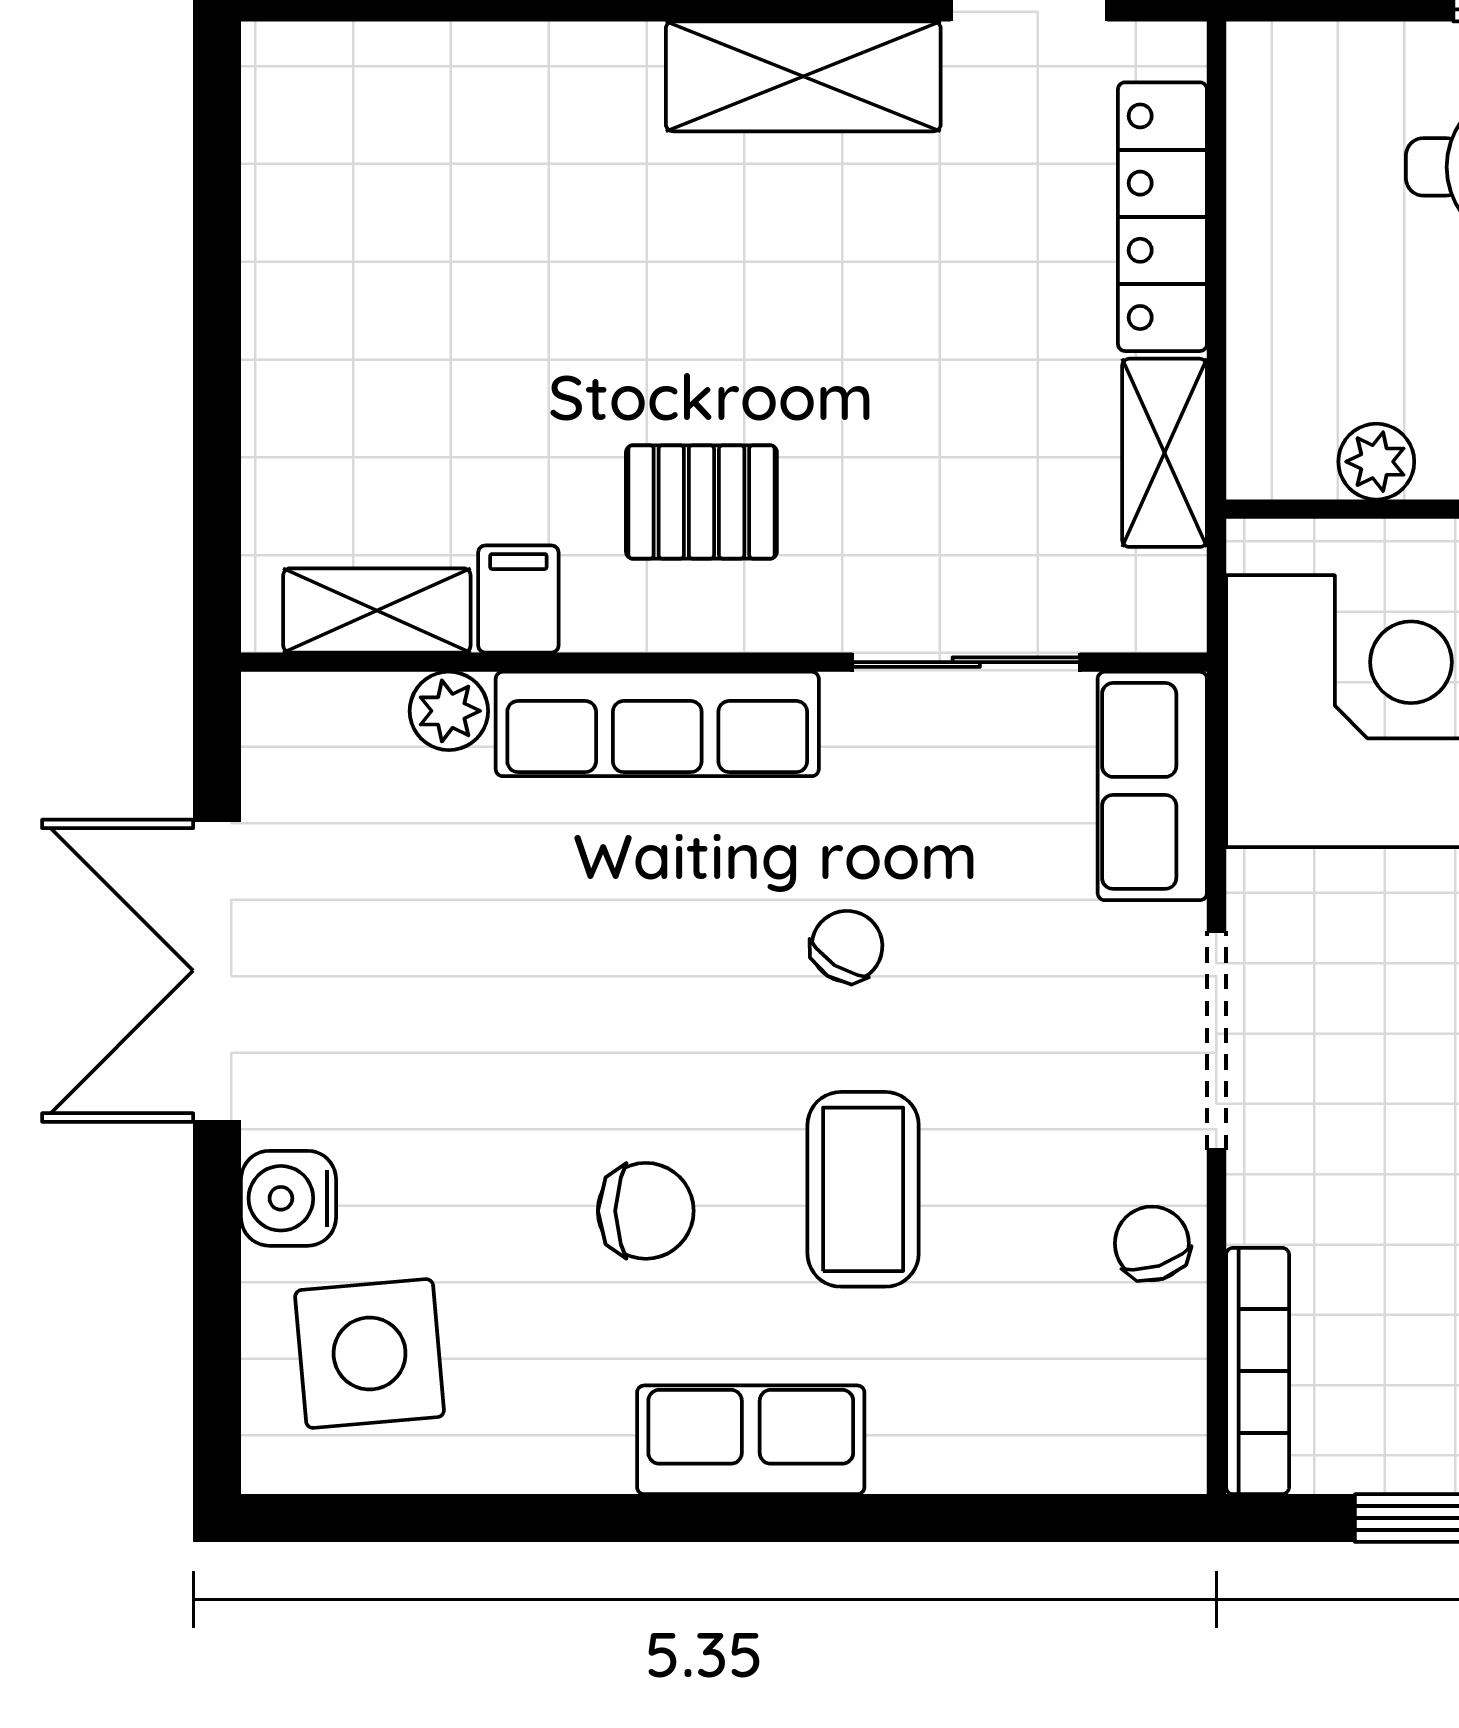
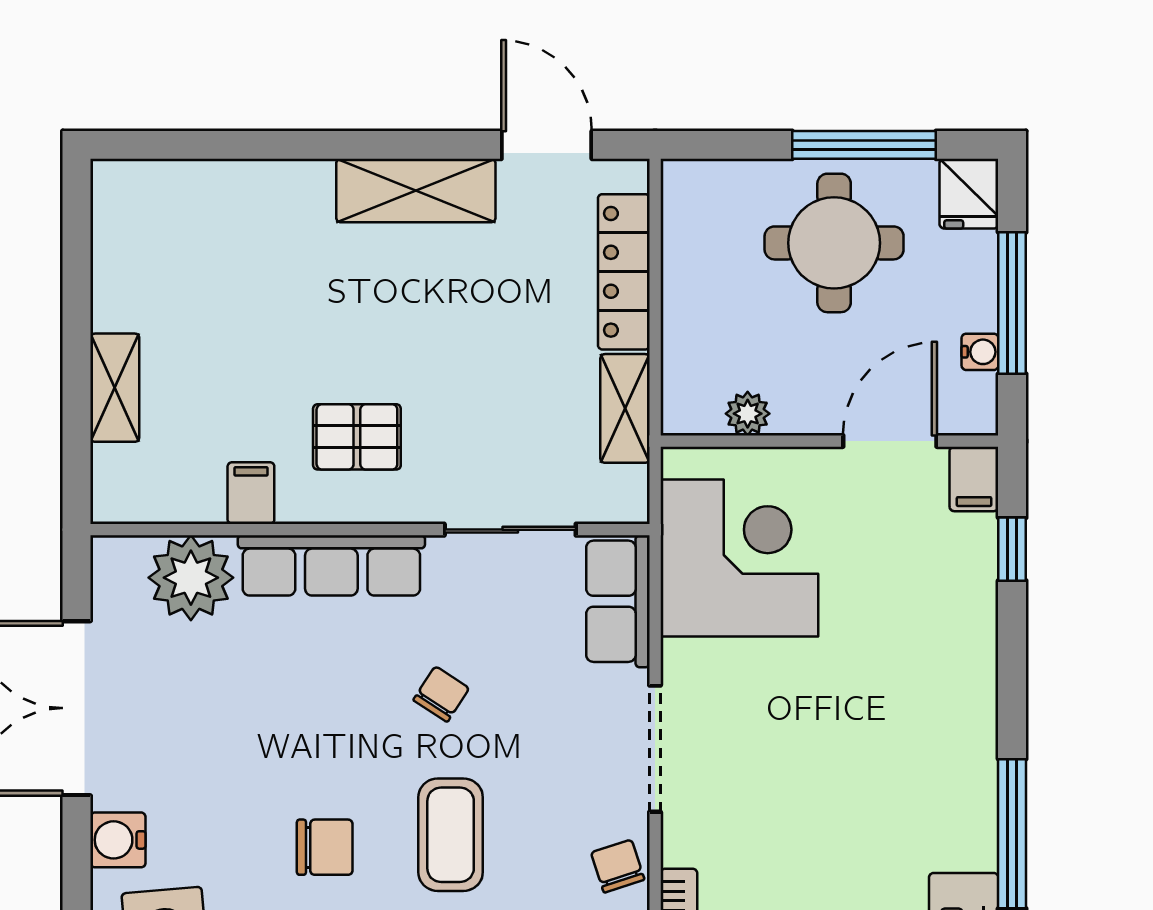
shelving: (377, 610) -> (115, 388), moved, turned 90
plant: (449, 711) -> (191, 578), width x1.87, depth x1.87

